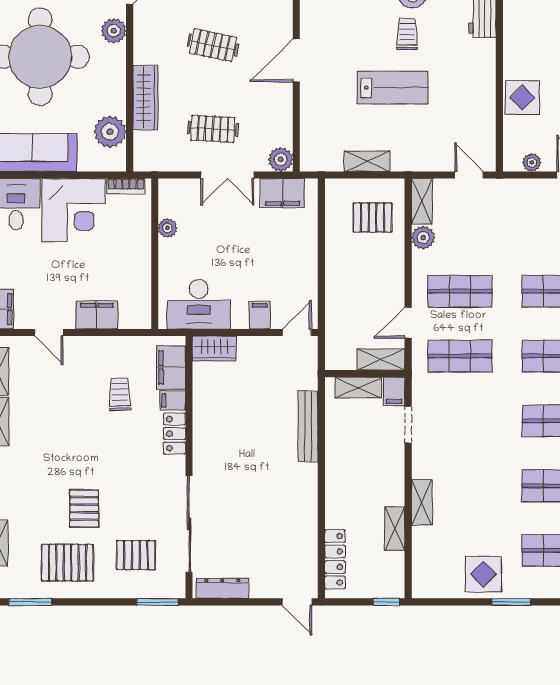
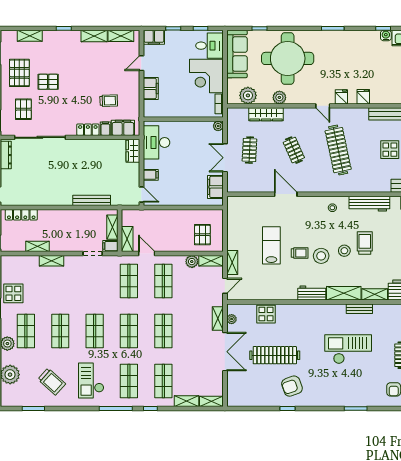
plant: (114, 31) -> (279, 97), moved
clothes rail: (213, 45) -> (294, 150), turned -36
lab bench: (393, 88) -> (271, 245), turned 180
plant: (281, 159) -> (233, 186), removed
shelving: (367, 161) -> (232, 262), moved
shelving: (531, 189) -> (218, 319), added
plant: (168, 228) -> (218, 126), moved

